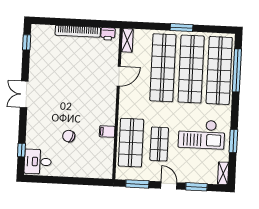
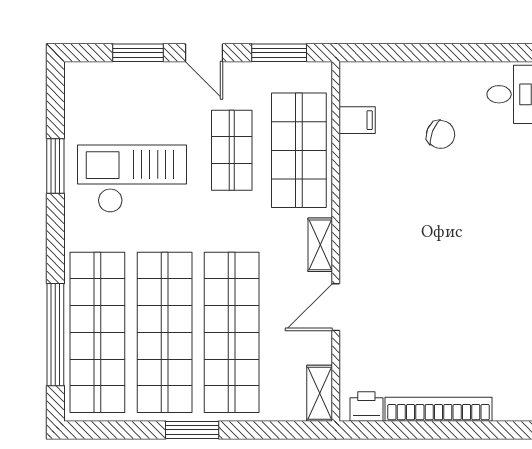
filing cabinet: (107, 132) -> (357, 120), moved
chair: (69, 136) -> (441, 134), moved
shelving: (223, 173) -> (320, 245), moved

